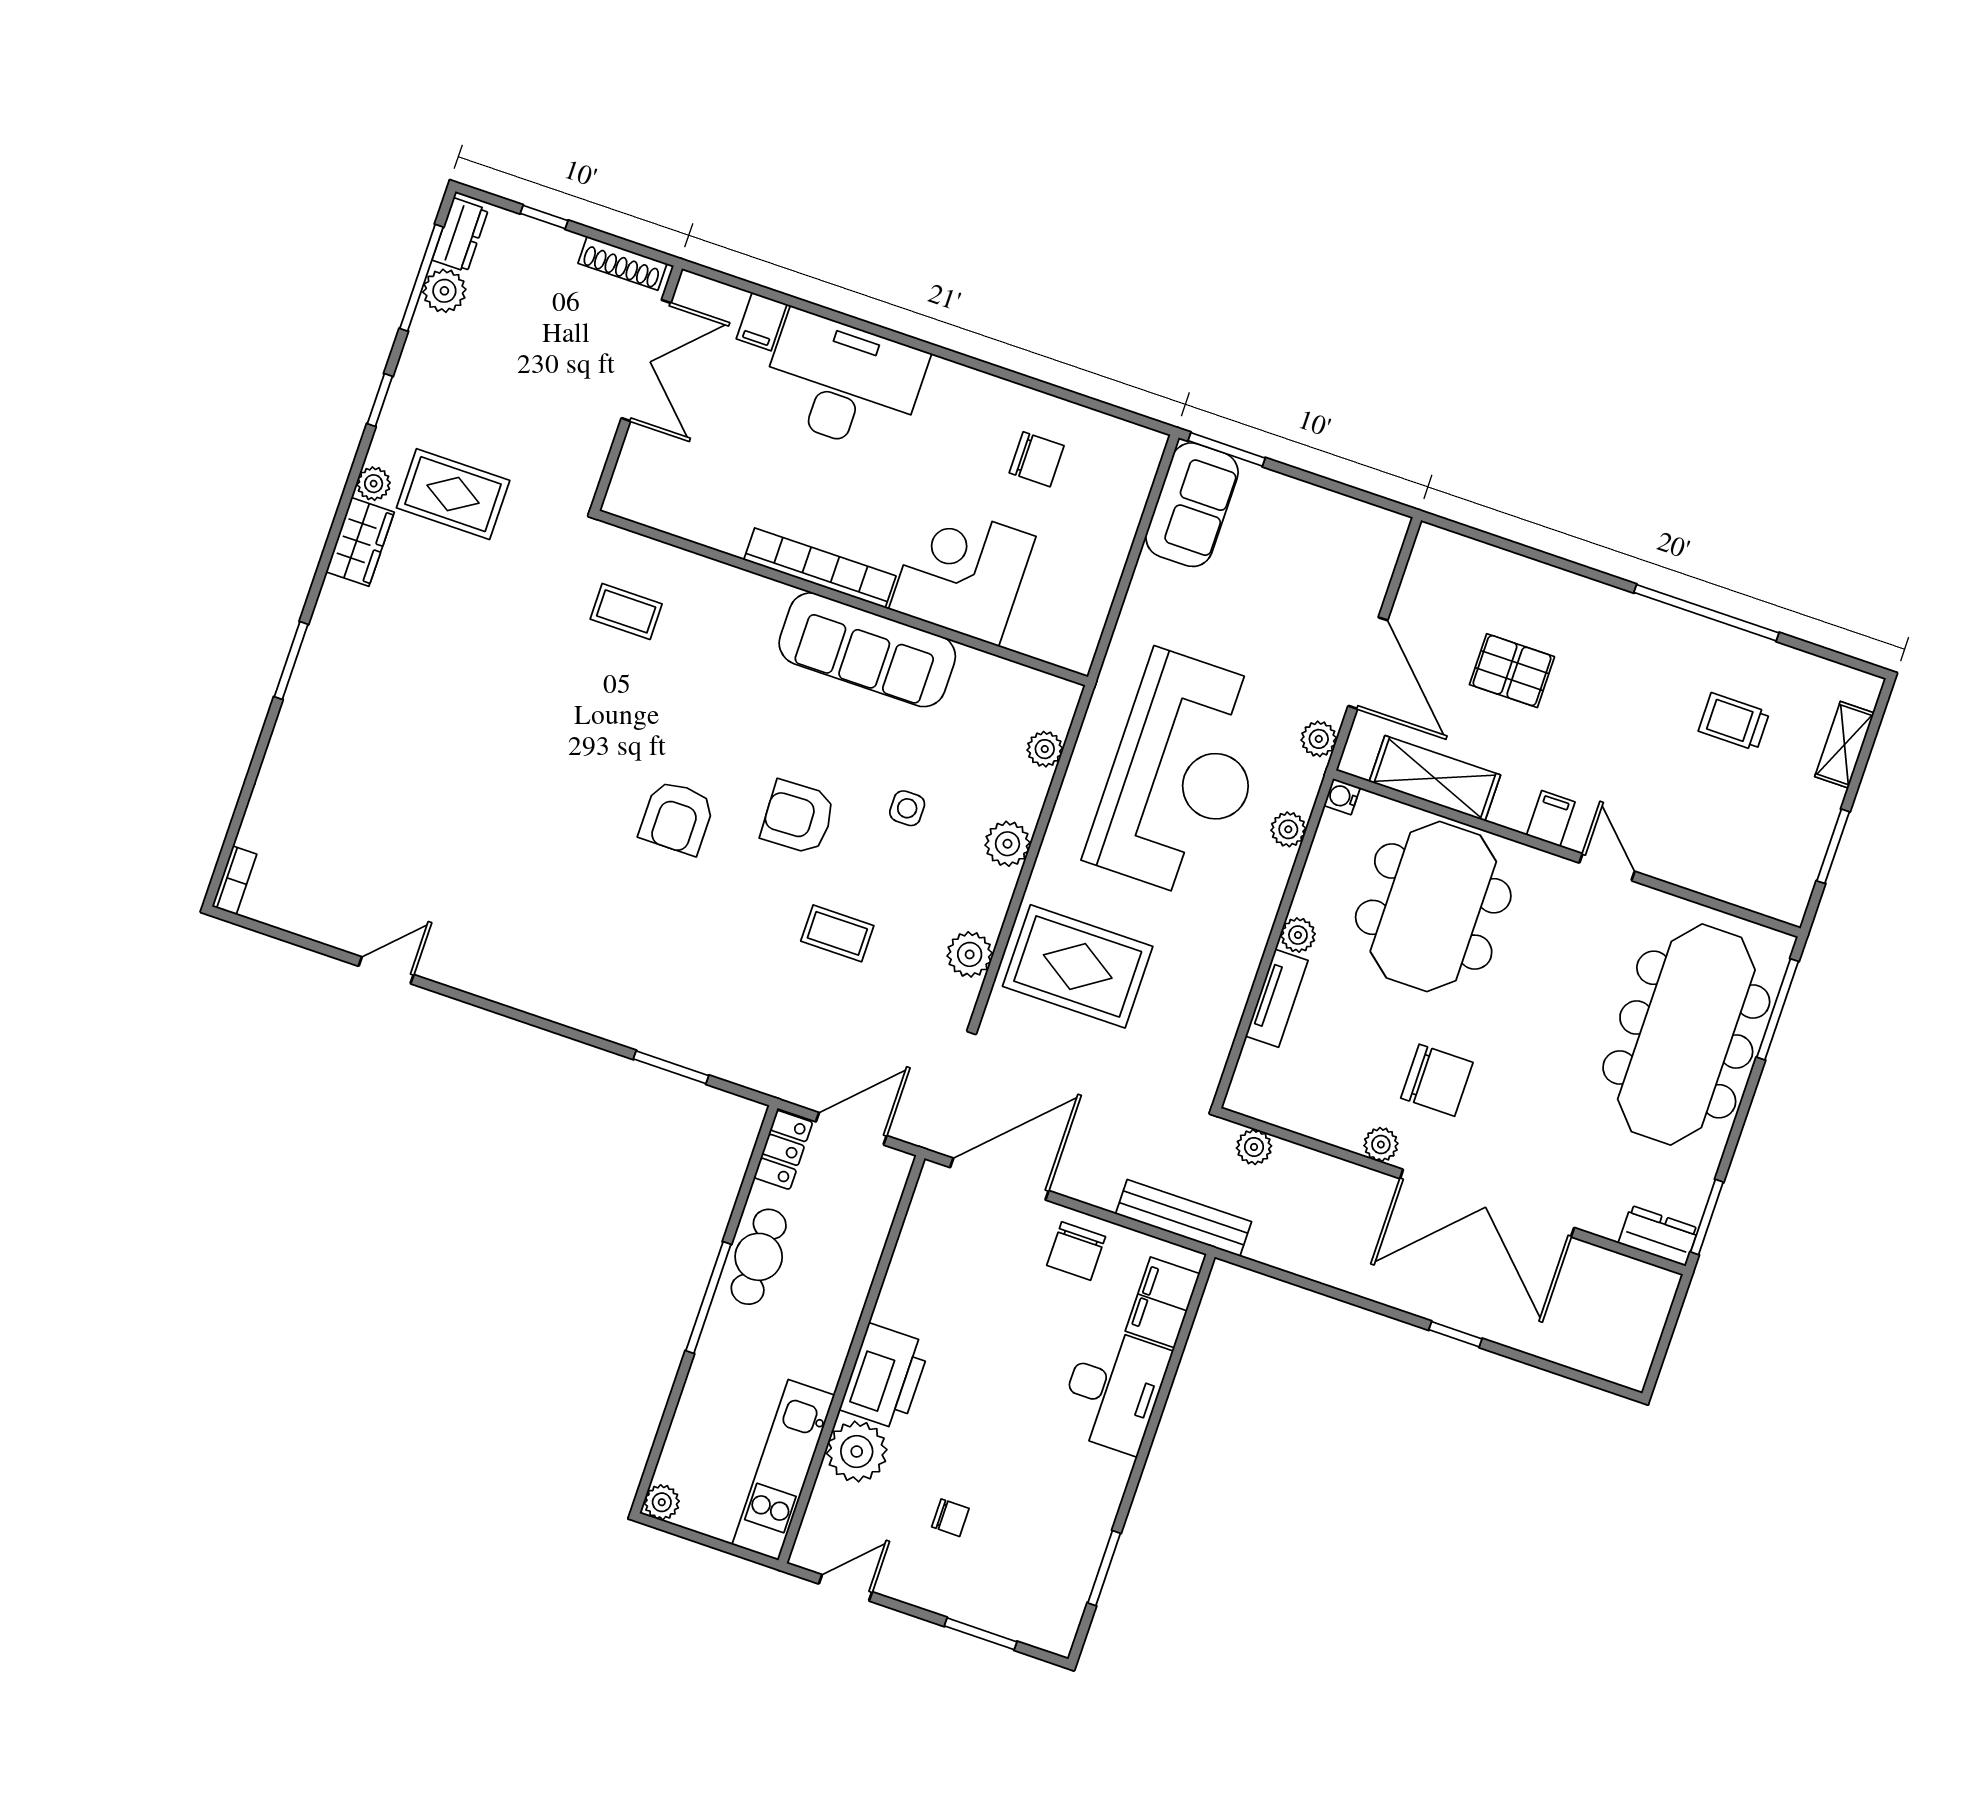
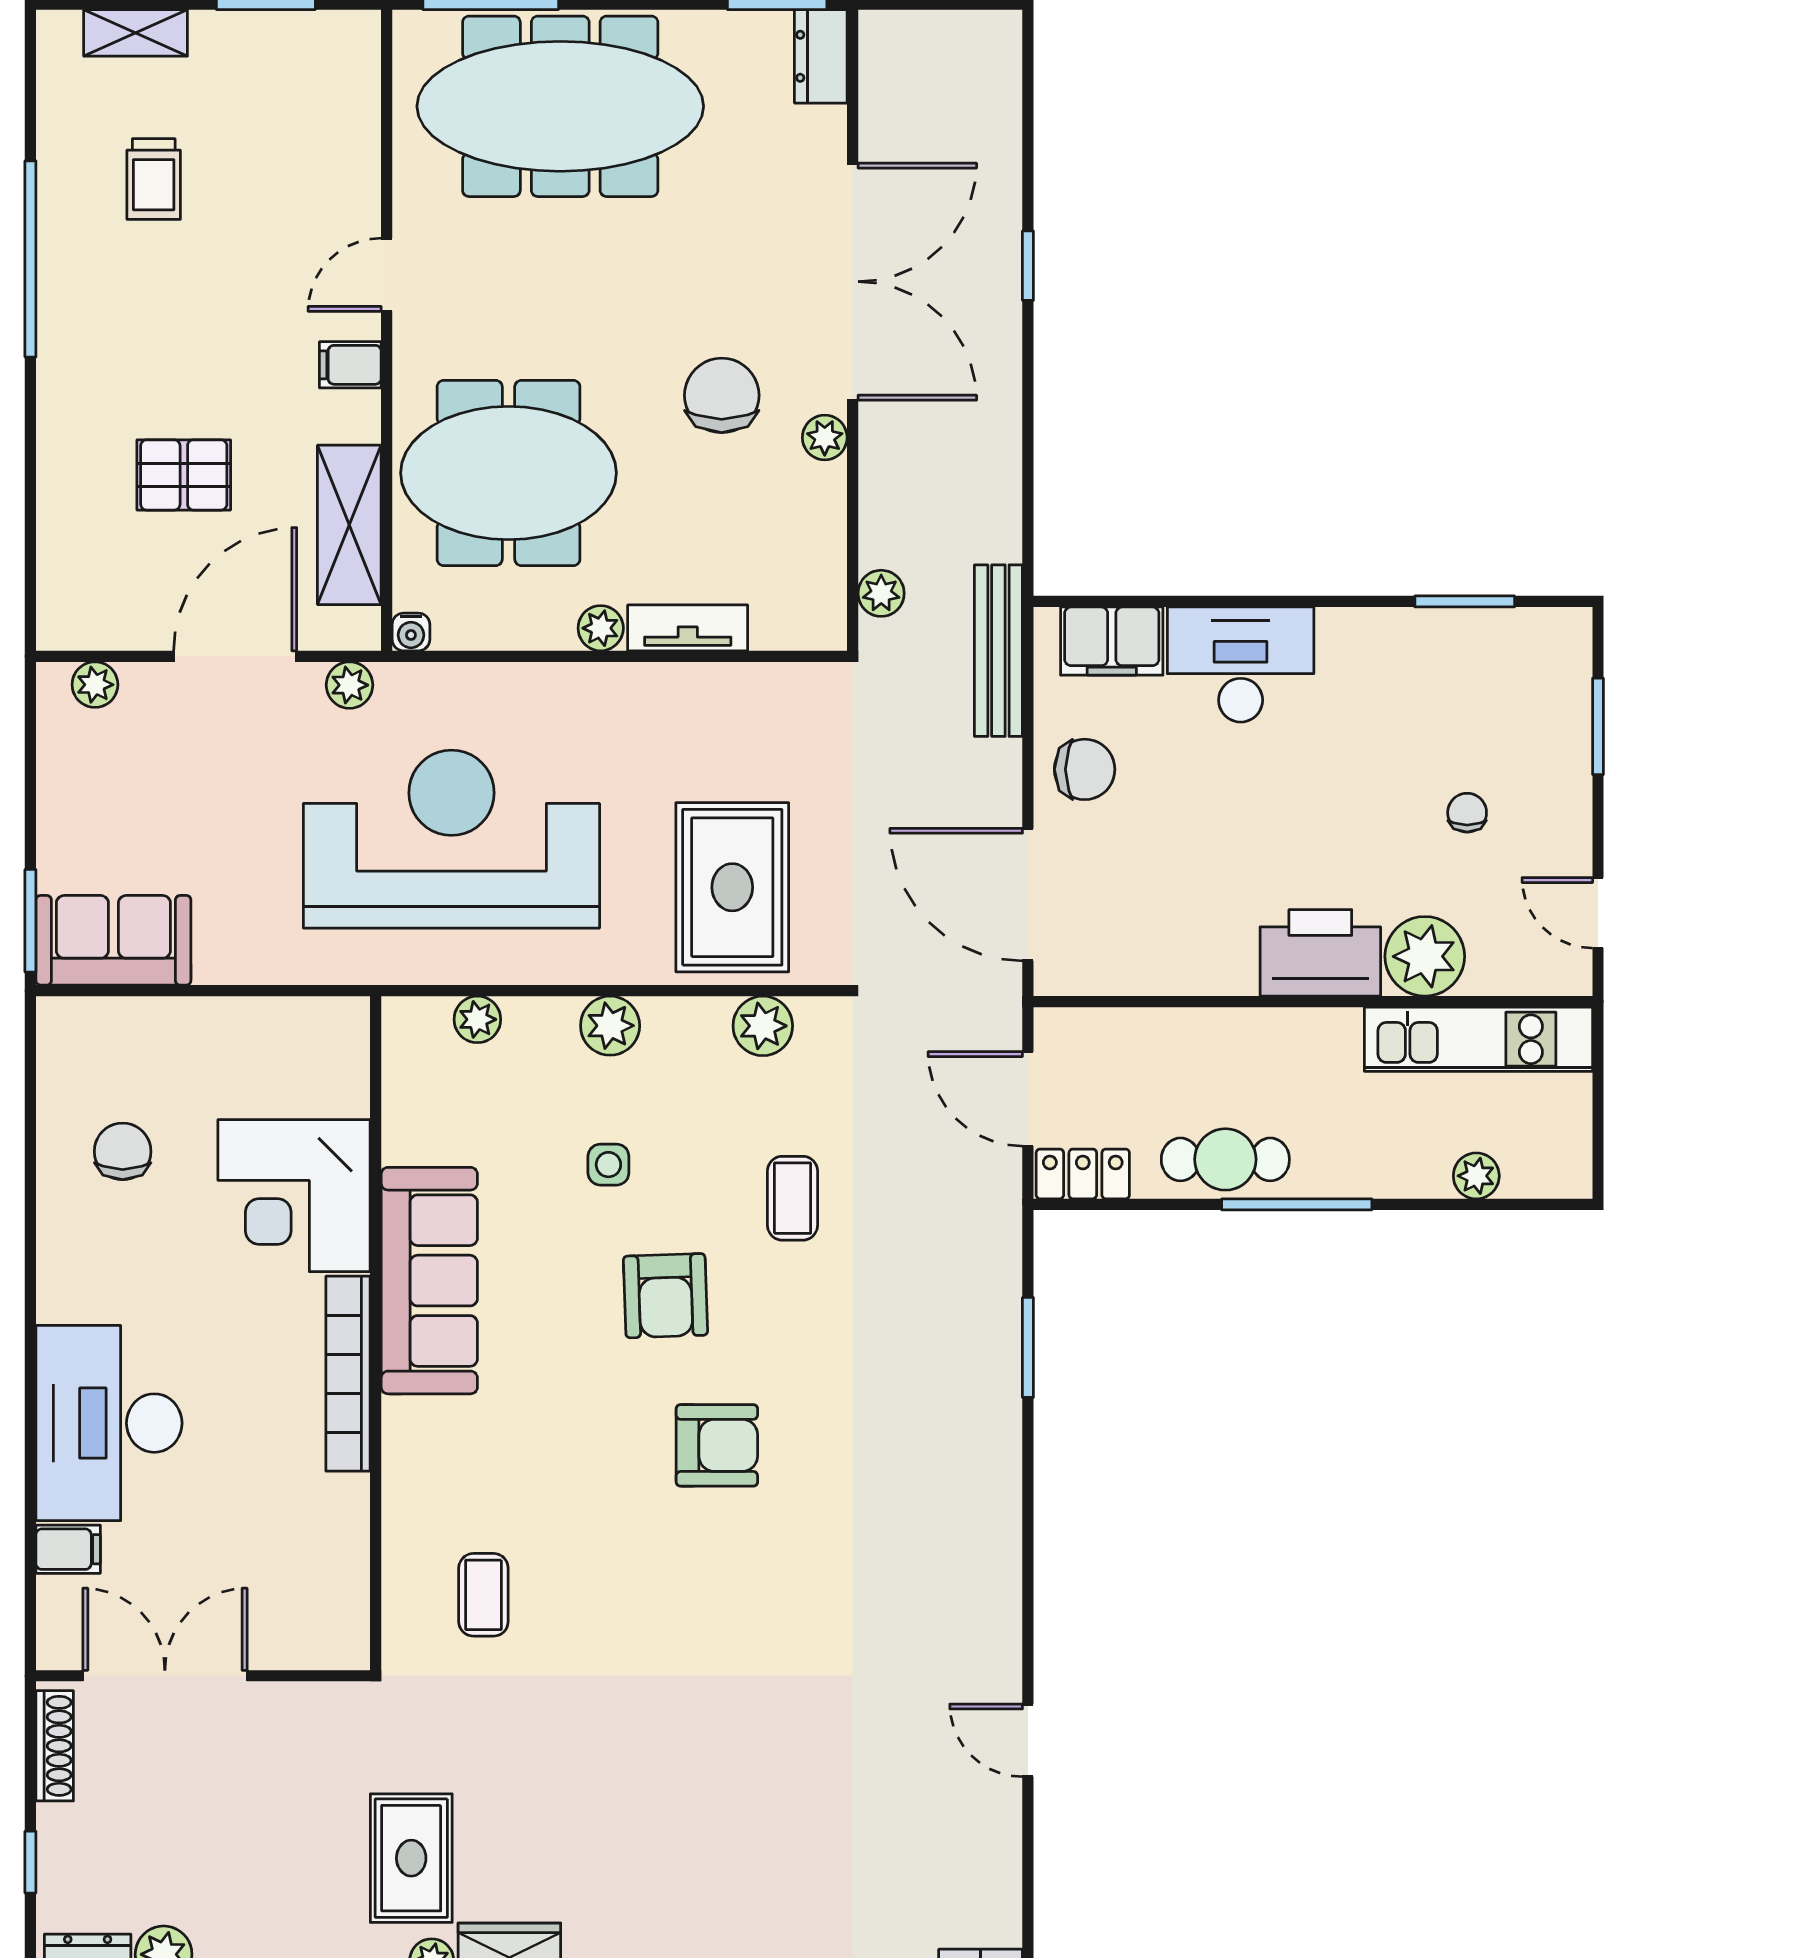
pallet: (1512, 671) -> (184, 475), turned 90
plant: (1288, 829) -> (95, 685), moved
plant: (662, 1502) -> (1476, 1176), moved

